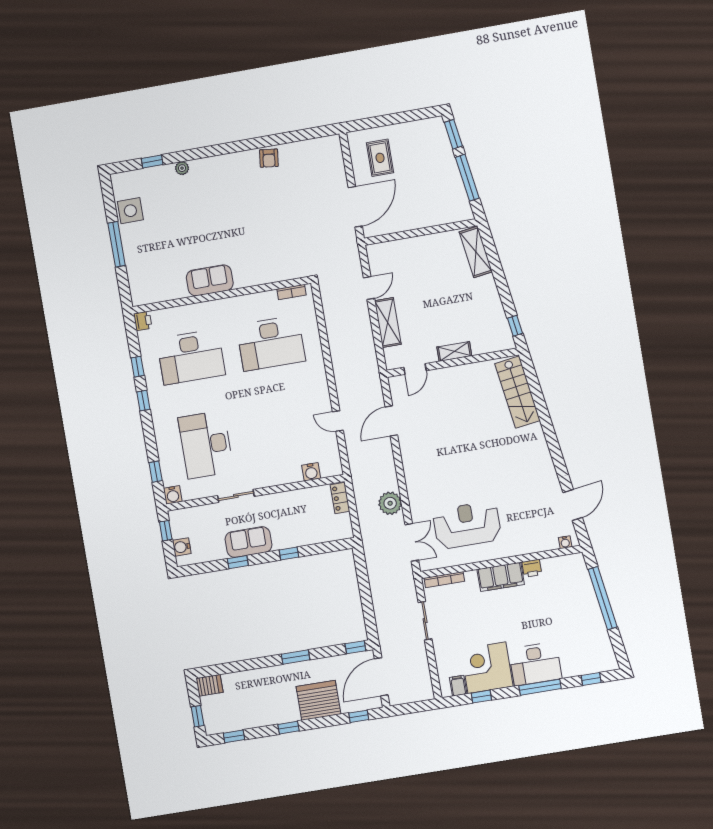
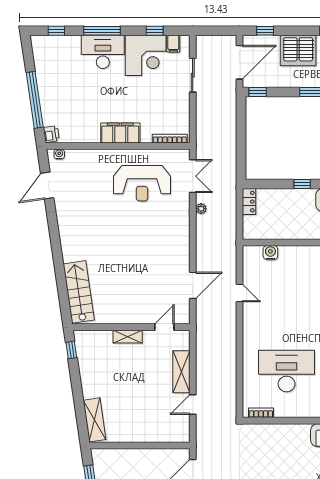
locker: (340, 498) -> (249, 202), moved
plant: (390, 503) -> (201, 209), width x0.53, depth x0.53
double door: (412, 542) -> (193, 176), swing flipped
printer: (532, 568) -> (51, 134), moved, turned 82
sliding door: (425, 621) -> (193, 75), moved

